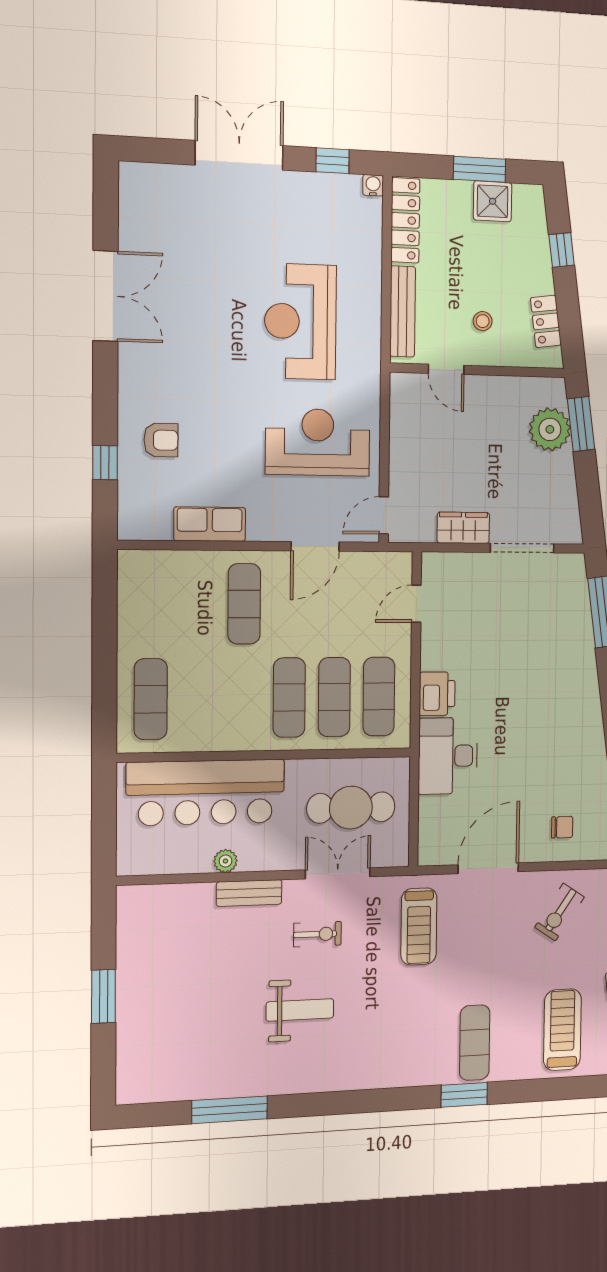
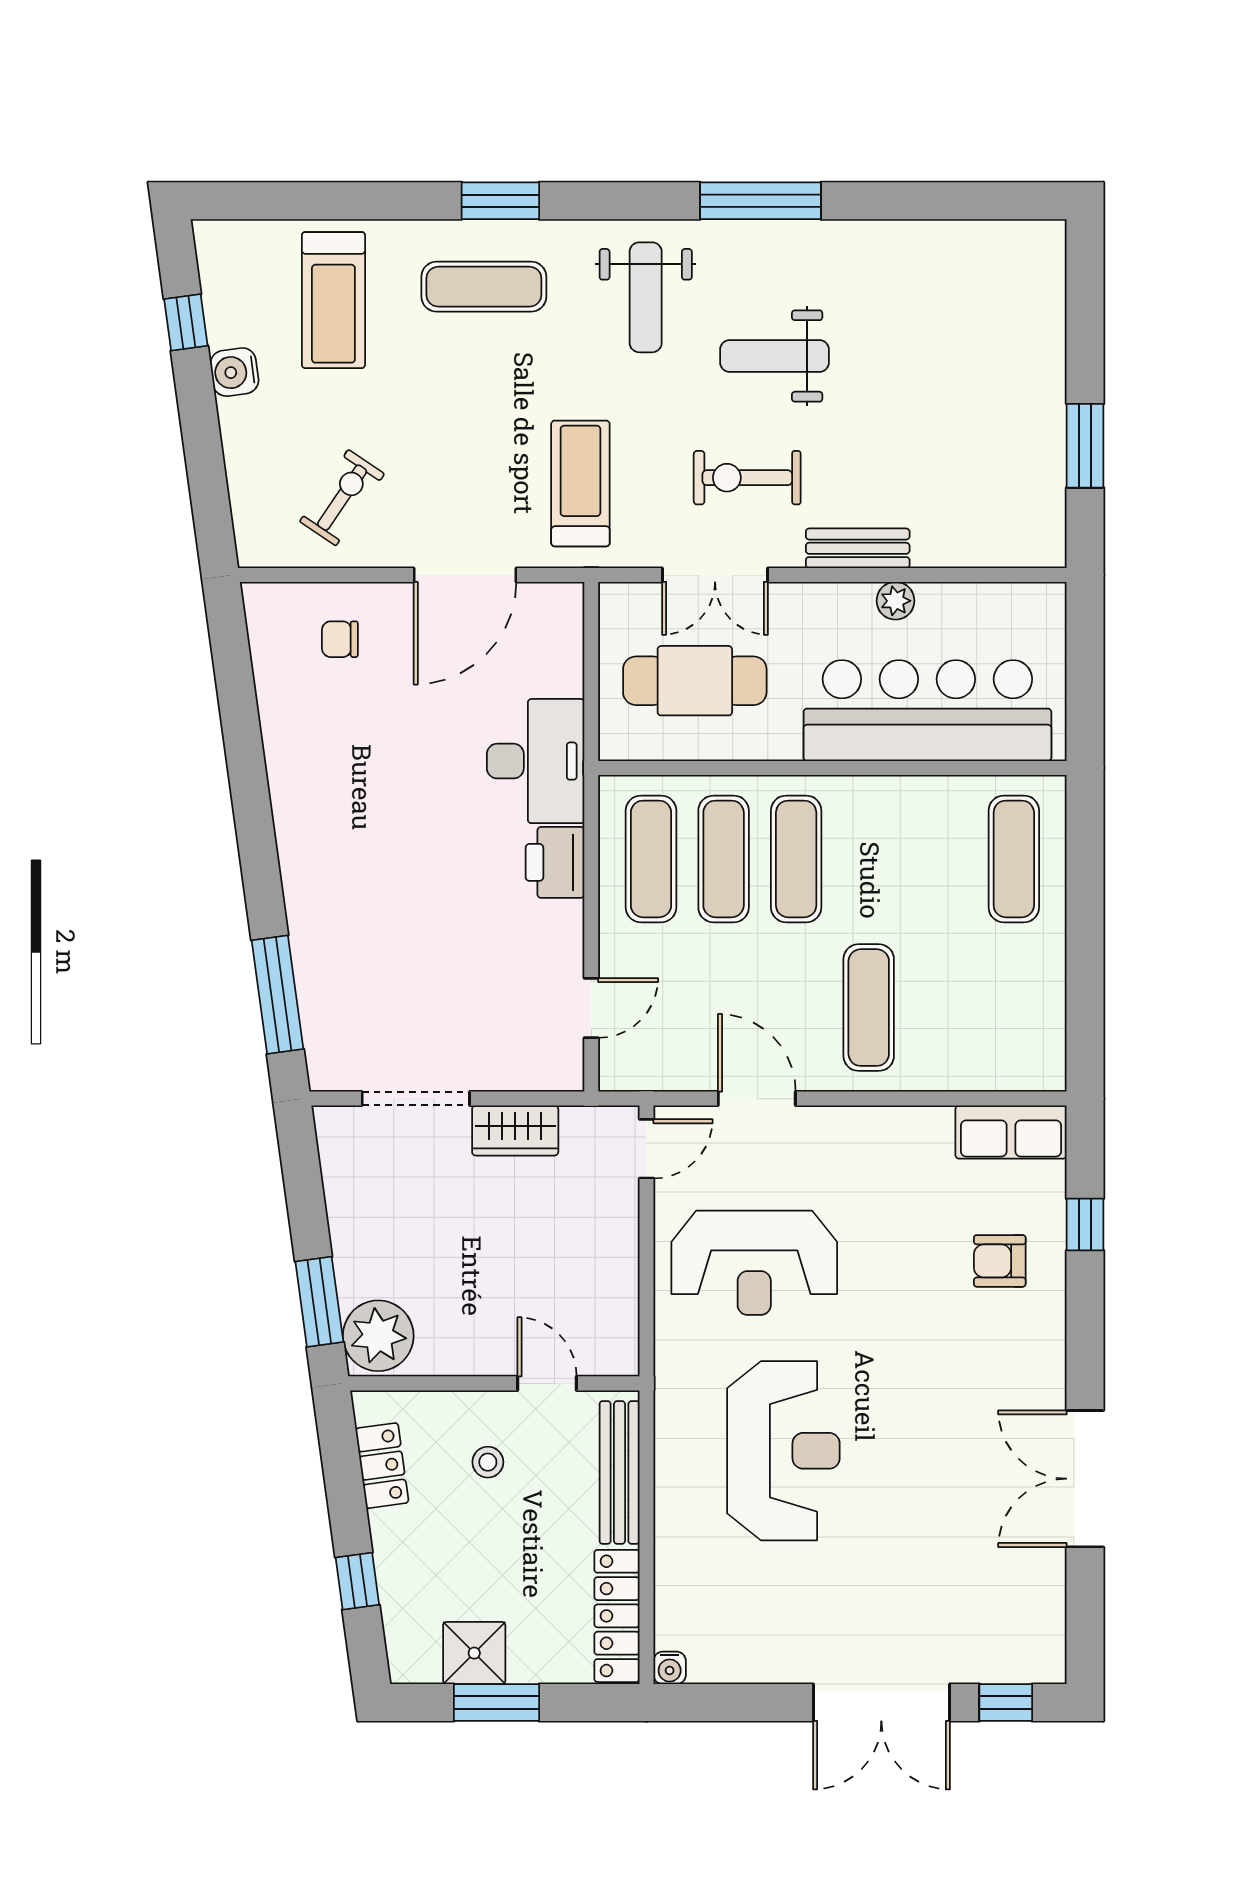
window: (333, 161) -> (1006, 1703), moved
plant: (550, 429) -> (378, 1336), moved
row of seats: (210, 524) -> (1011, 1132), moved
door: (315, 546) -> (757, 1099), hinge flipped
exercise bike: (317, 934) -> (747, 478), width x1.38, depth x1.39
window: (103, 996) -> (1085, 446), moved
weight bench: (378, 1042) -> (646, 297), added
exercise mat: (475, 1043) -> (484, 287), turned 90
window: (230, 1110) -> (760, 201), moved

